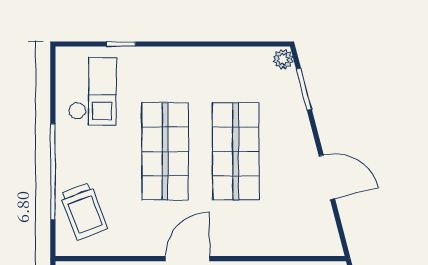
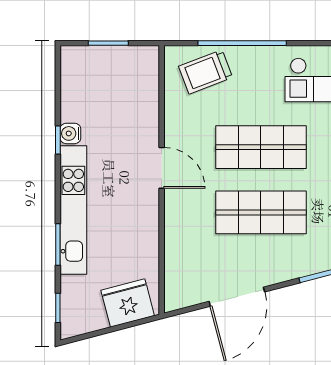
door: (327, 177) -> (237, 297), width x1.36

